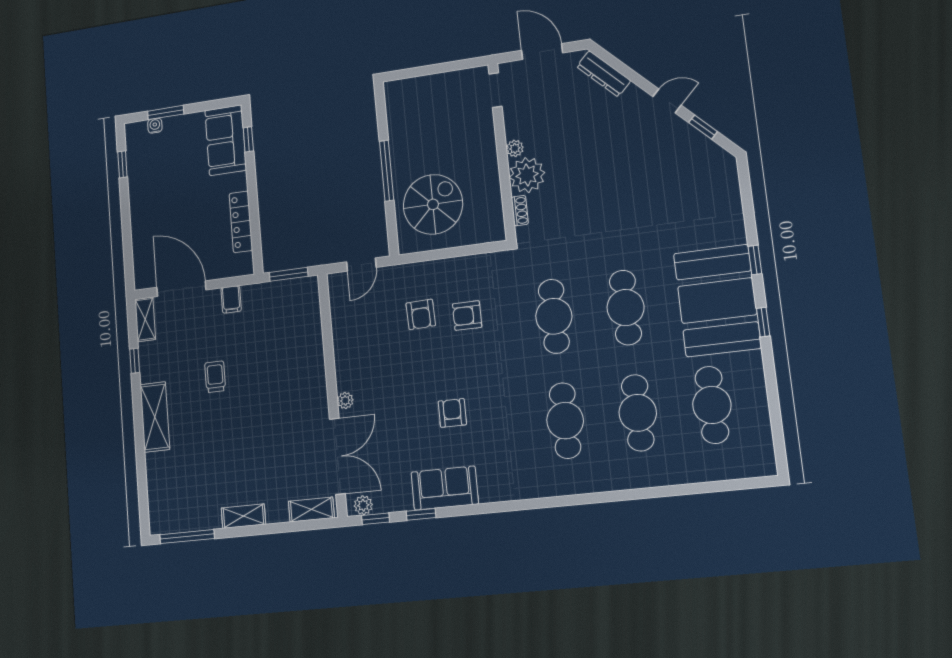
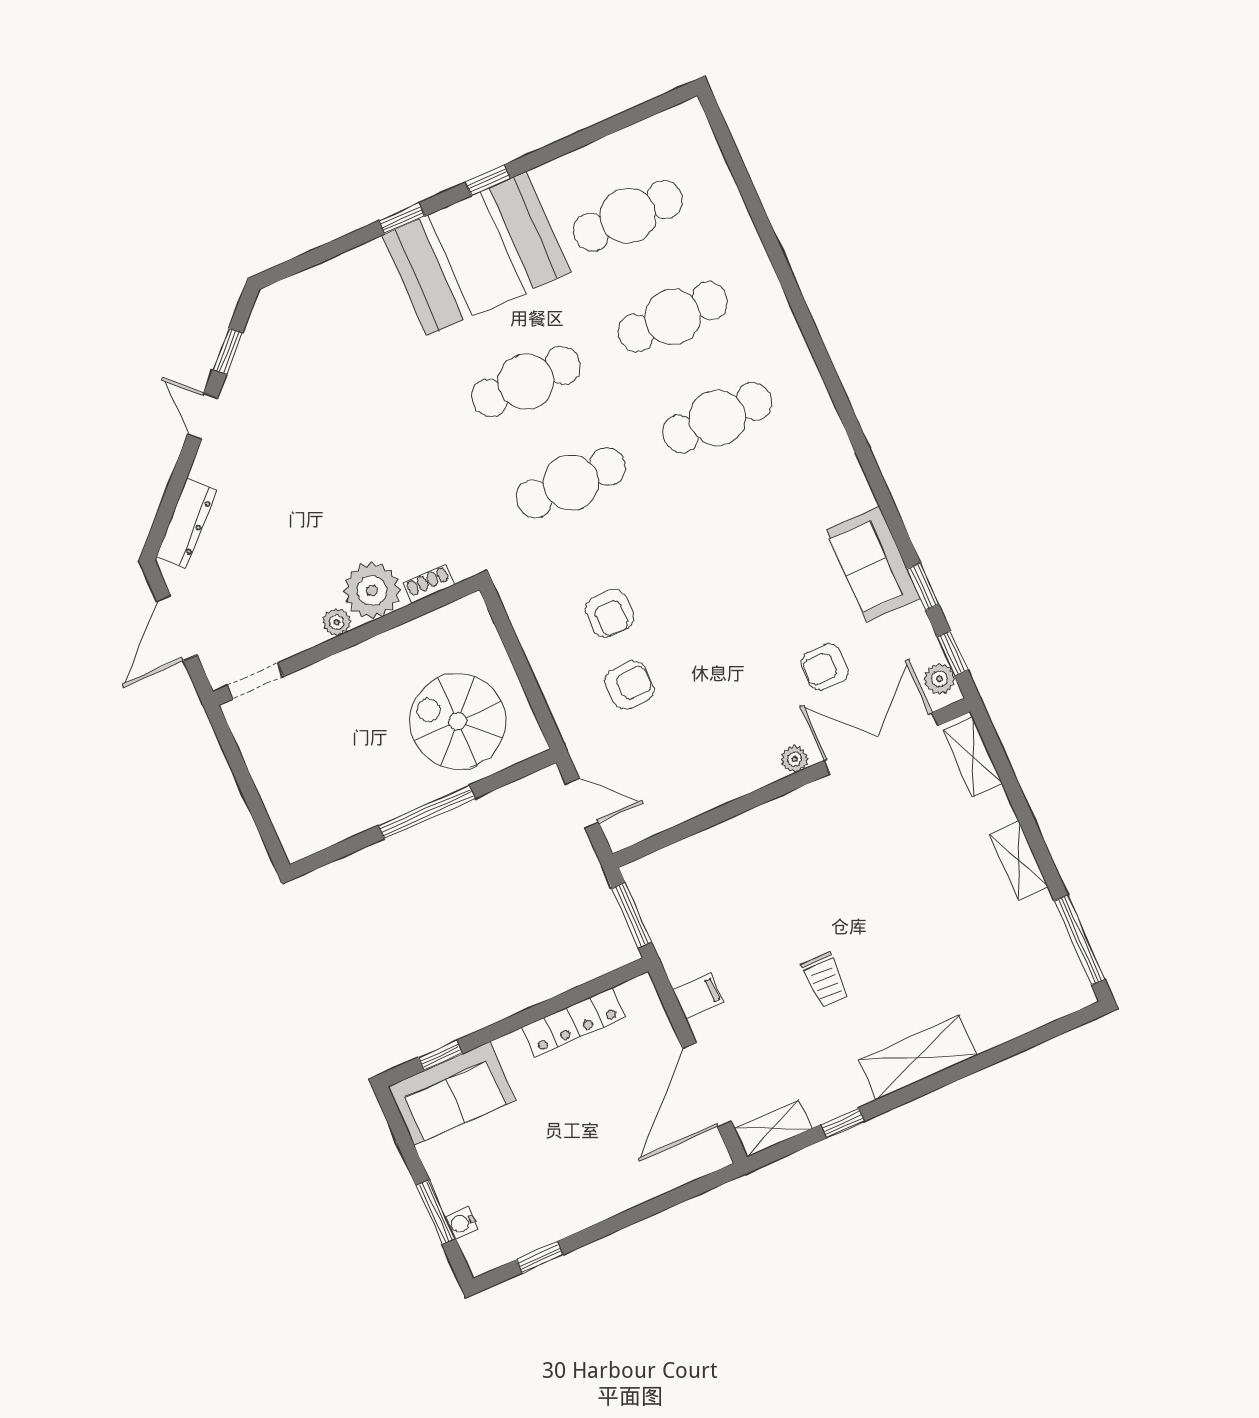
trolley: (215, 377) -> (825, 980), turned -90
armchair: (452, 413) -> (825, 667), moved

